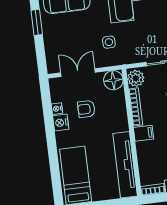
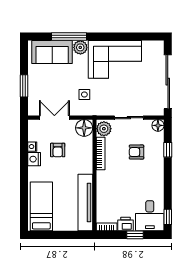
window: (37, 22) -> (24, 86), moved
armchair: (86, 109) -> (58, 150), turned -90
filing cabinet: (143, 133) -> (105, 177), removed

